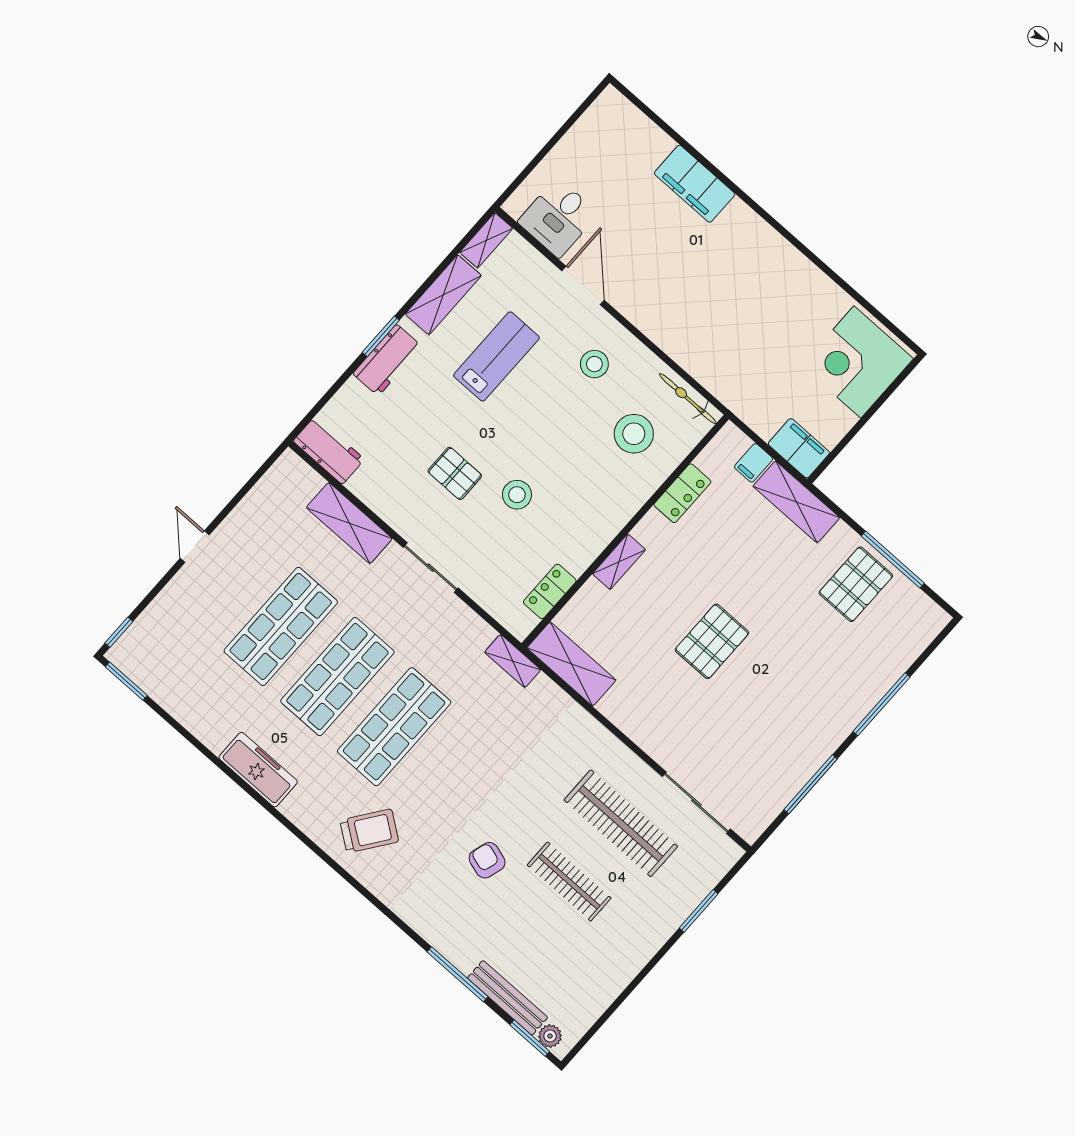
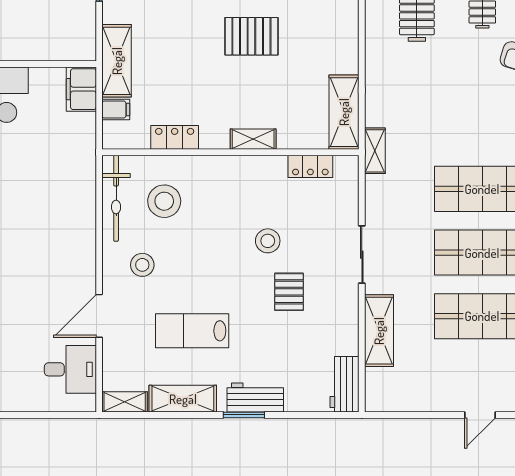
bicycle: (688, 399) -> (116, 198), width x1.37, depth x1.40

